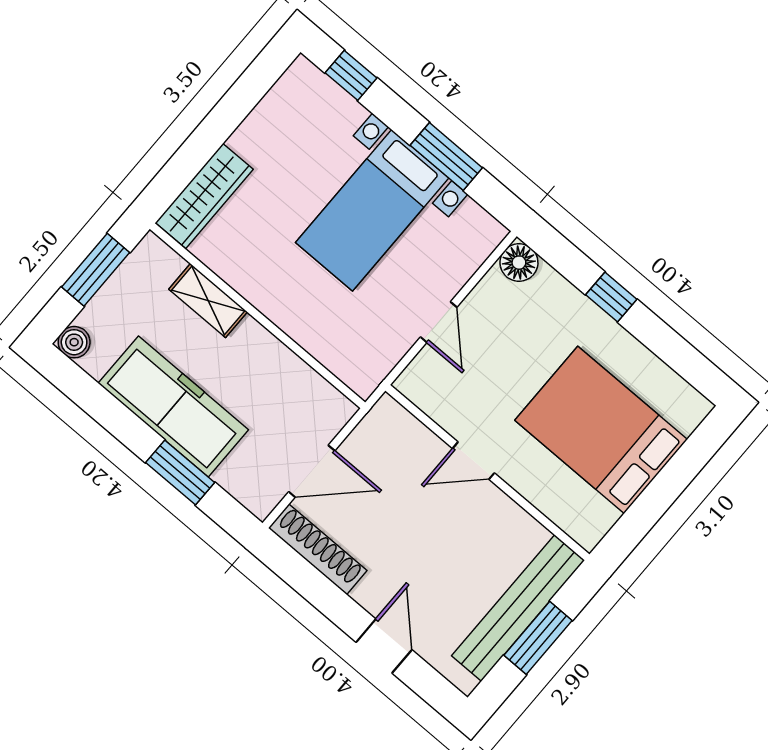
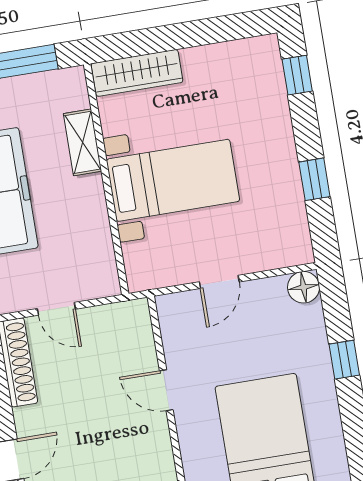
window: (446, 157) -> (314, 179), width x0.67
bed with nightstands: (372, 210) -> (173, 180), moved, turned 180
door: (312, 471) -> (56, 309), width x0.73

